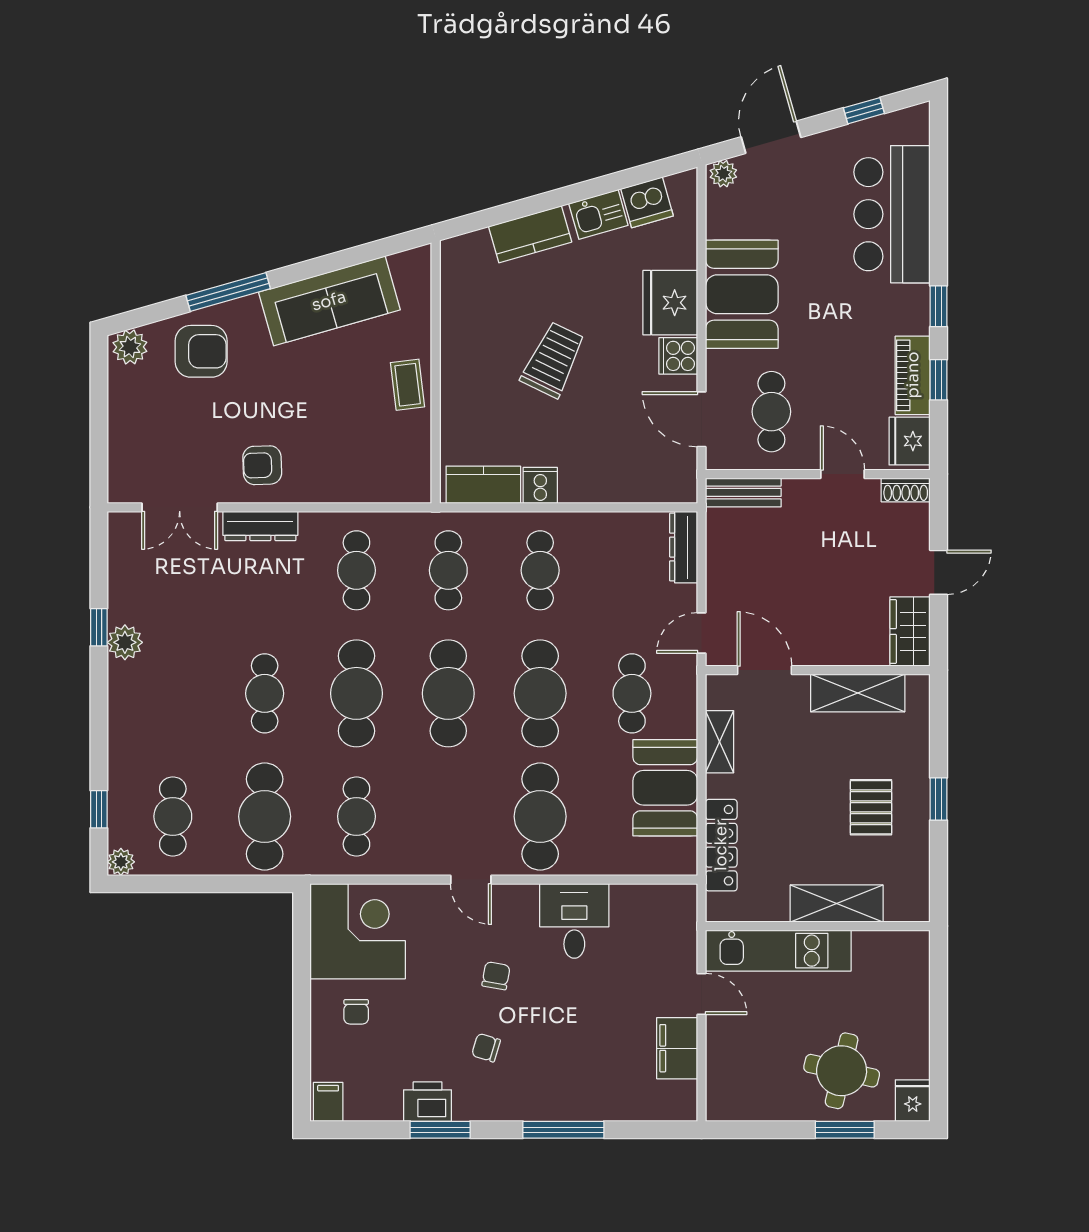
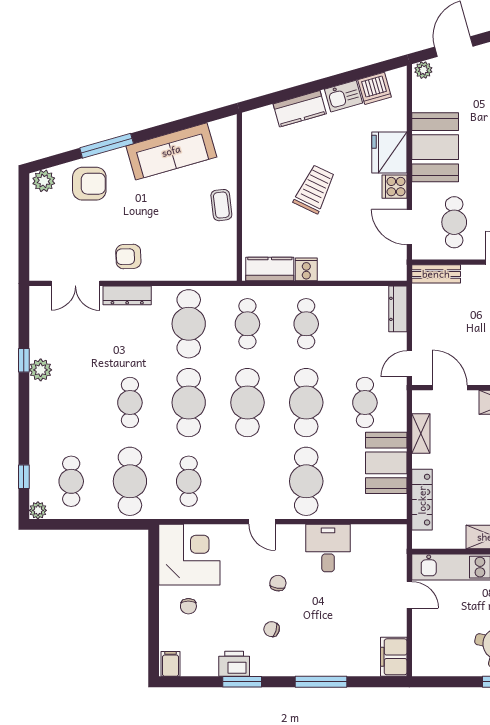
cafe table: (356, 570) -> (189, 324), width x1.37, depth x1.35
filing cabinet: (677, 1048) -> (394, 657), moved

